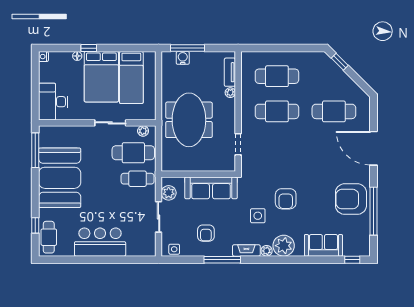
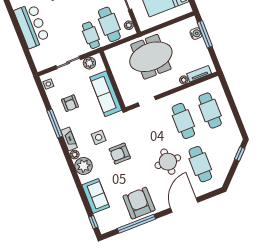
round table: (317, 147) -> (168, 162), added
armchair: (206, 233) -> (70, 103), turned -90

